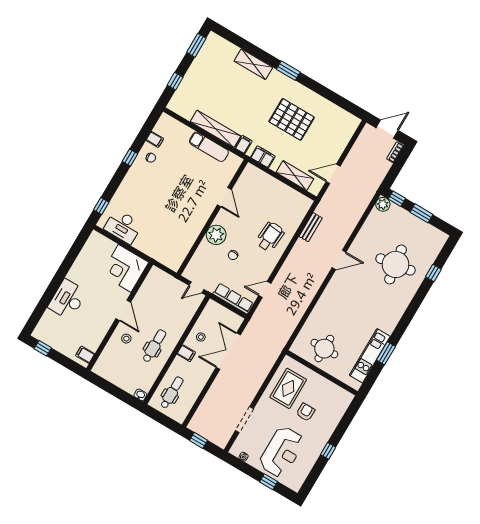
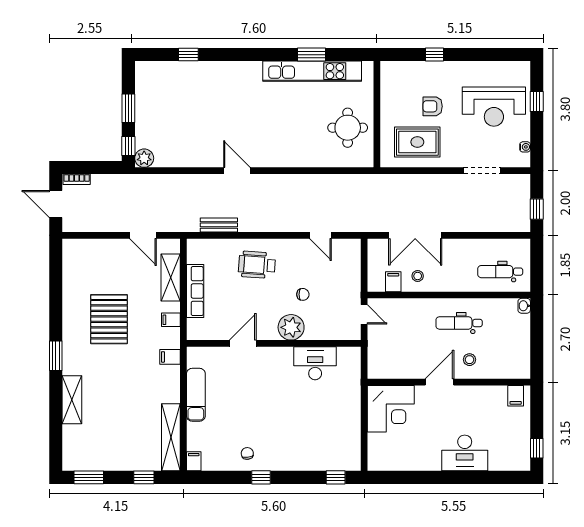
shelving: (215, 129) -> (171, 437), moved
filing cabinet: (155, 139) -> (194, 461), moved
filing cabinet: (263, 157) -> (171, 320), width x0.50
desk: (123, 227) -> (315, 363), moved, turned -90
round table: (396, 264) -> (204, 103), removed
row of seats: (233, 299) -> (195, 291), moved, turned 180
filing cabinet: (186, 353) -> (393, 282), moved
kitchen unit: (370, 356) -> (312, 71), width x1.36
window: (328, 451) -> (435, 55), moved
reception desk: (282, 452) -> (494, 107), turned 180

